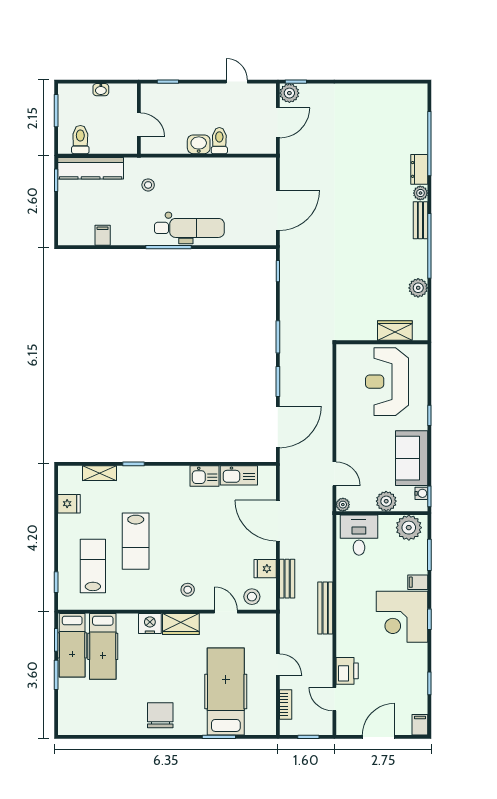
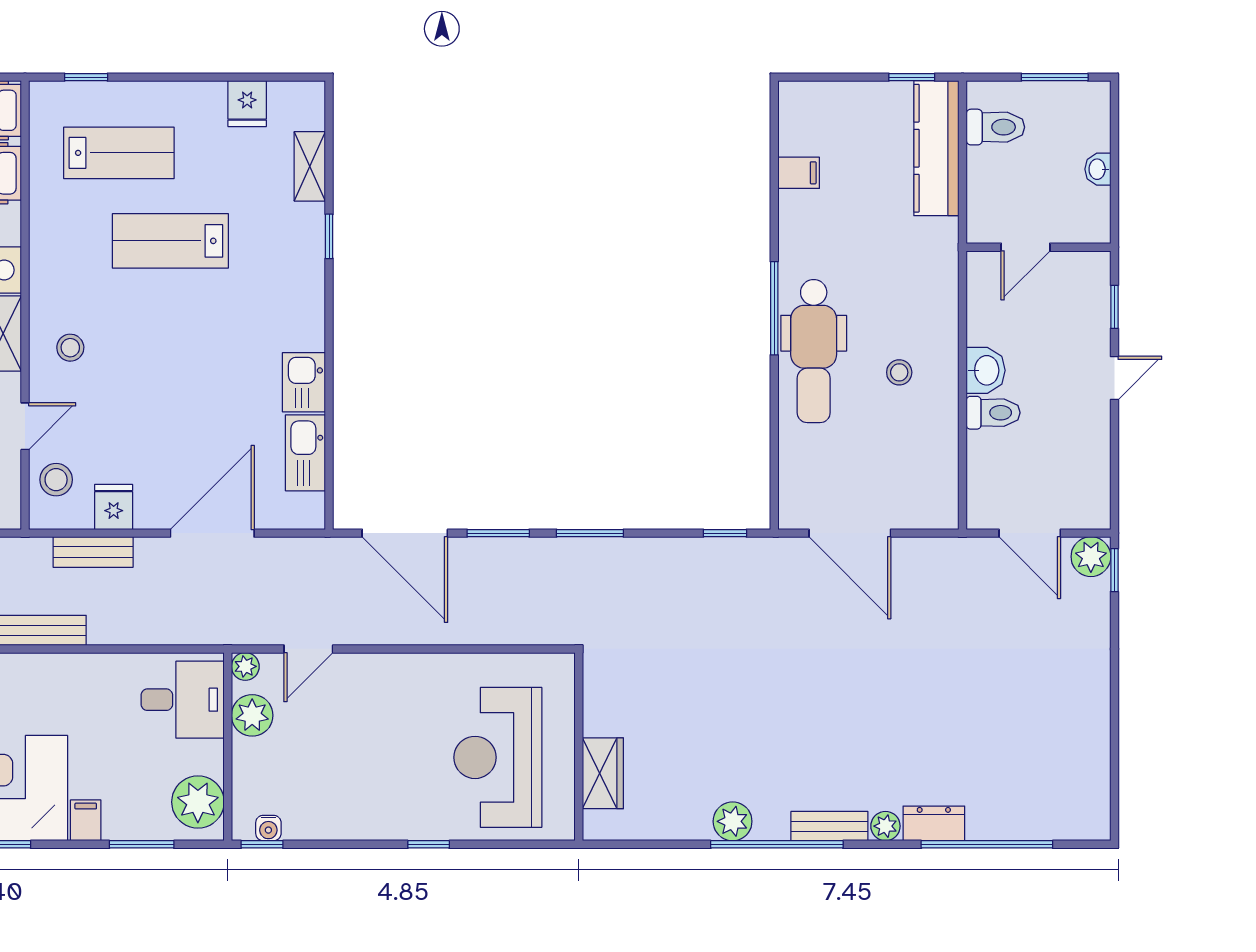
door: (237, 82) -> (1114, 378), moved
stool: (148, 185) -> (899, 372), moved
plant: (418, 288) -> (733, 821), moved
reception desk: (387, 382) -> (498, 757), turned -90
sofa: (412, 458) -> (341, 808), removed
plant: (386, 501) -> (252, 715), moved

